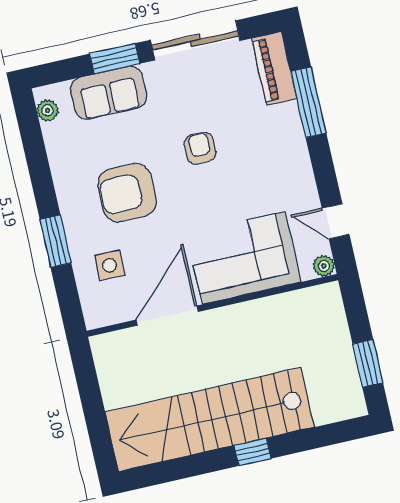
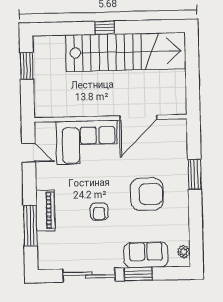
piano: (274, 68) -> (45, 210), moved
side table: (110, 265) -> (166, 154), removed
plant: (324, 266) -> (41, 128), removed

